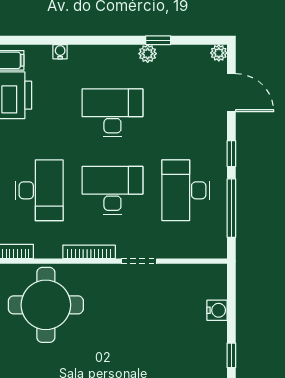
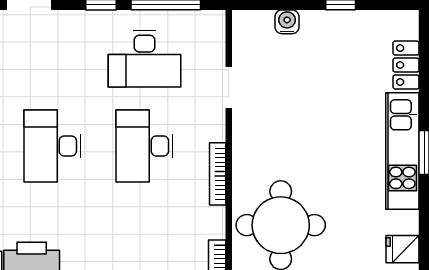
desk: (39, 190) -> (145, 233), removed
doorway: (139, 261) -> (229, 87), moved

